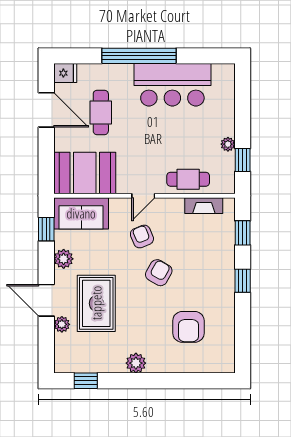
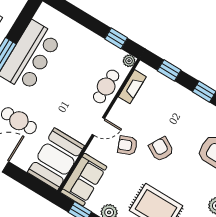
plant: (228, 144) -> (129, 61), moved
door: (143, 196) -> (98, 126), hinge flipped

